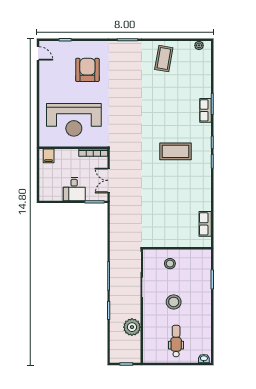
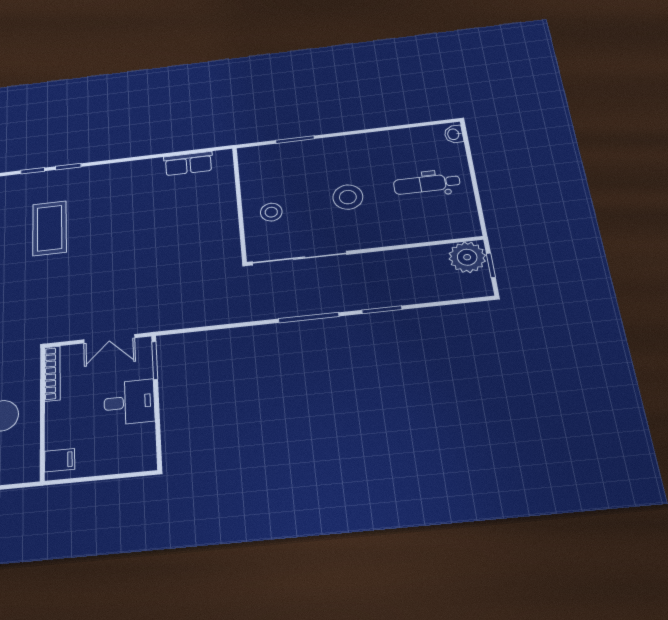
plant: (132, 327) -> (467, 257), moved

